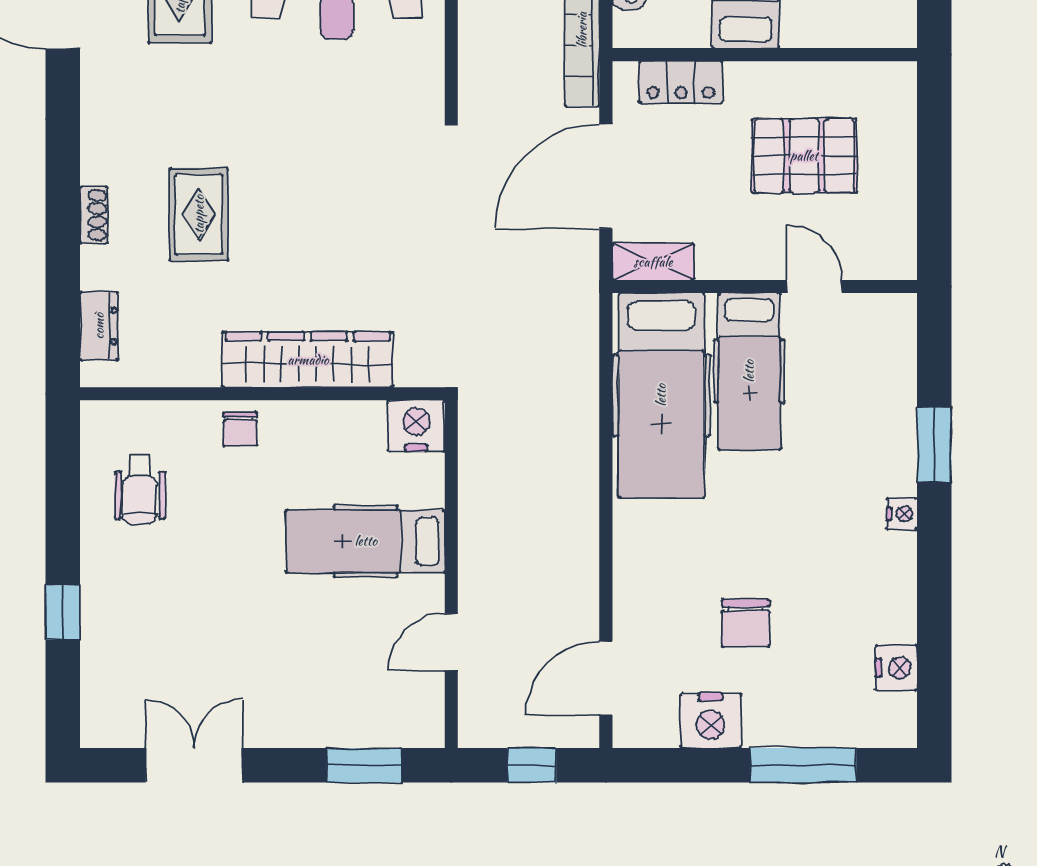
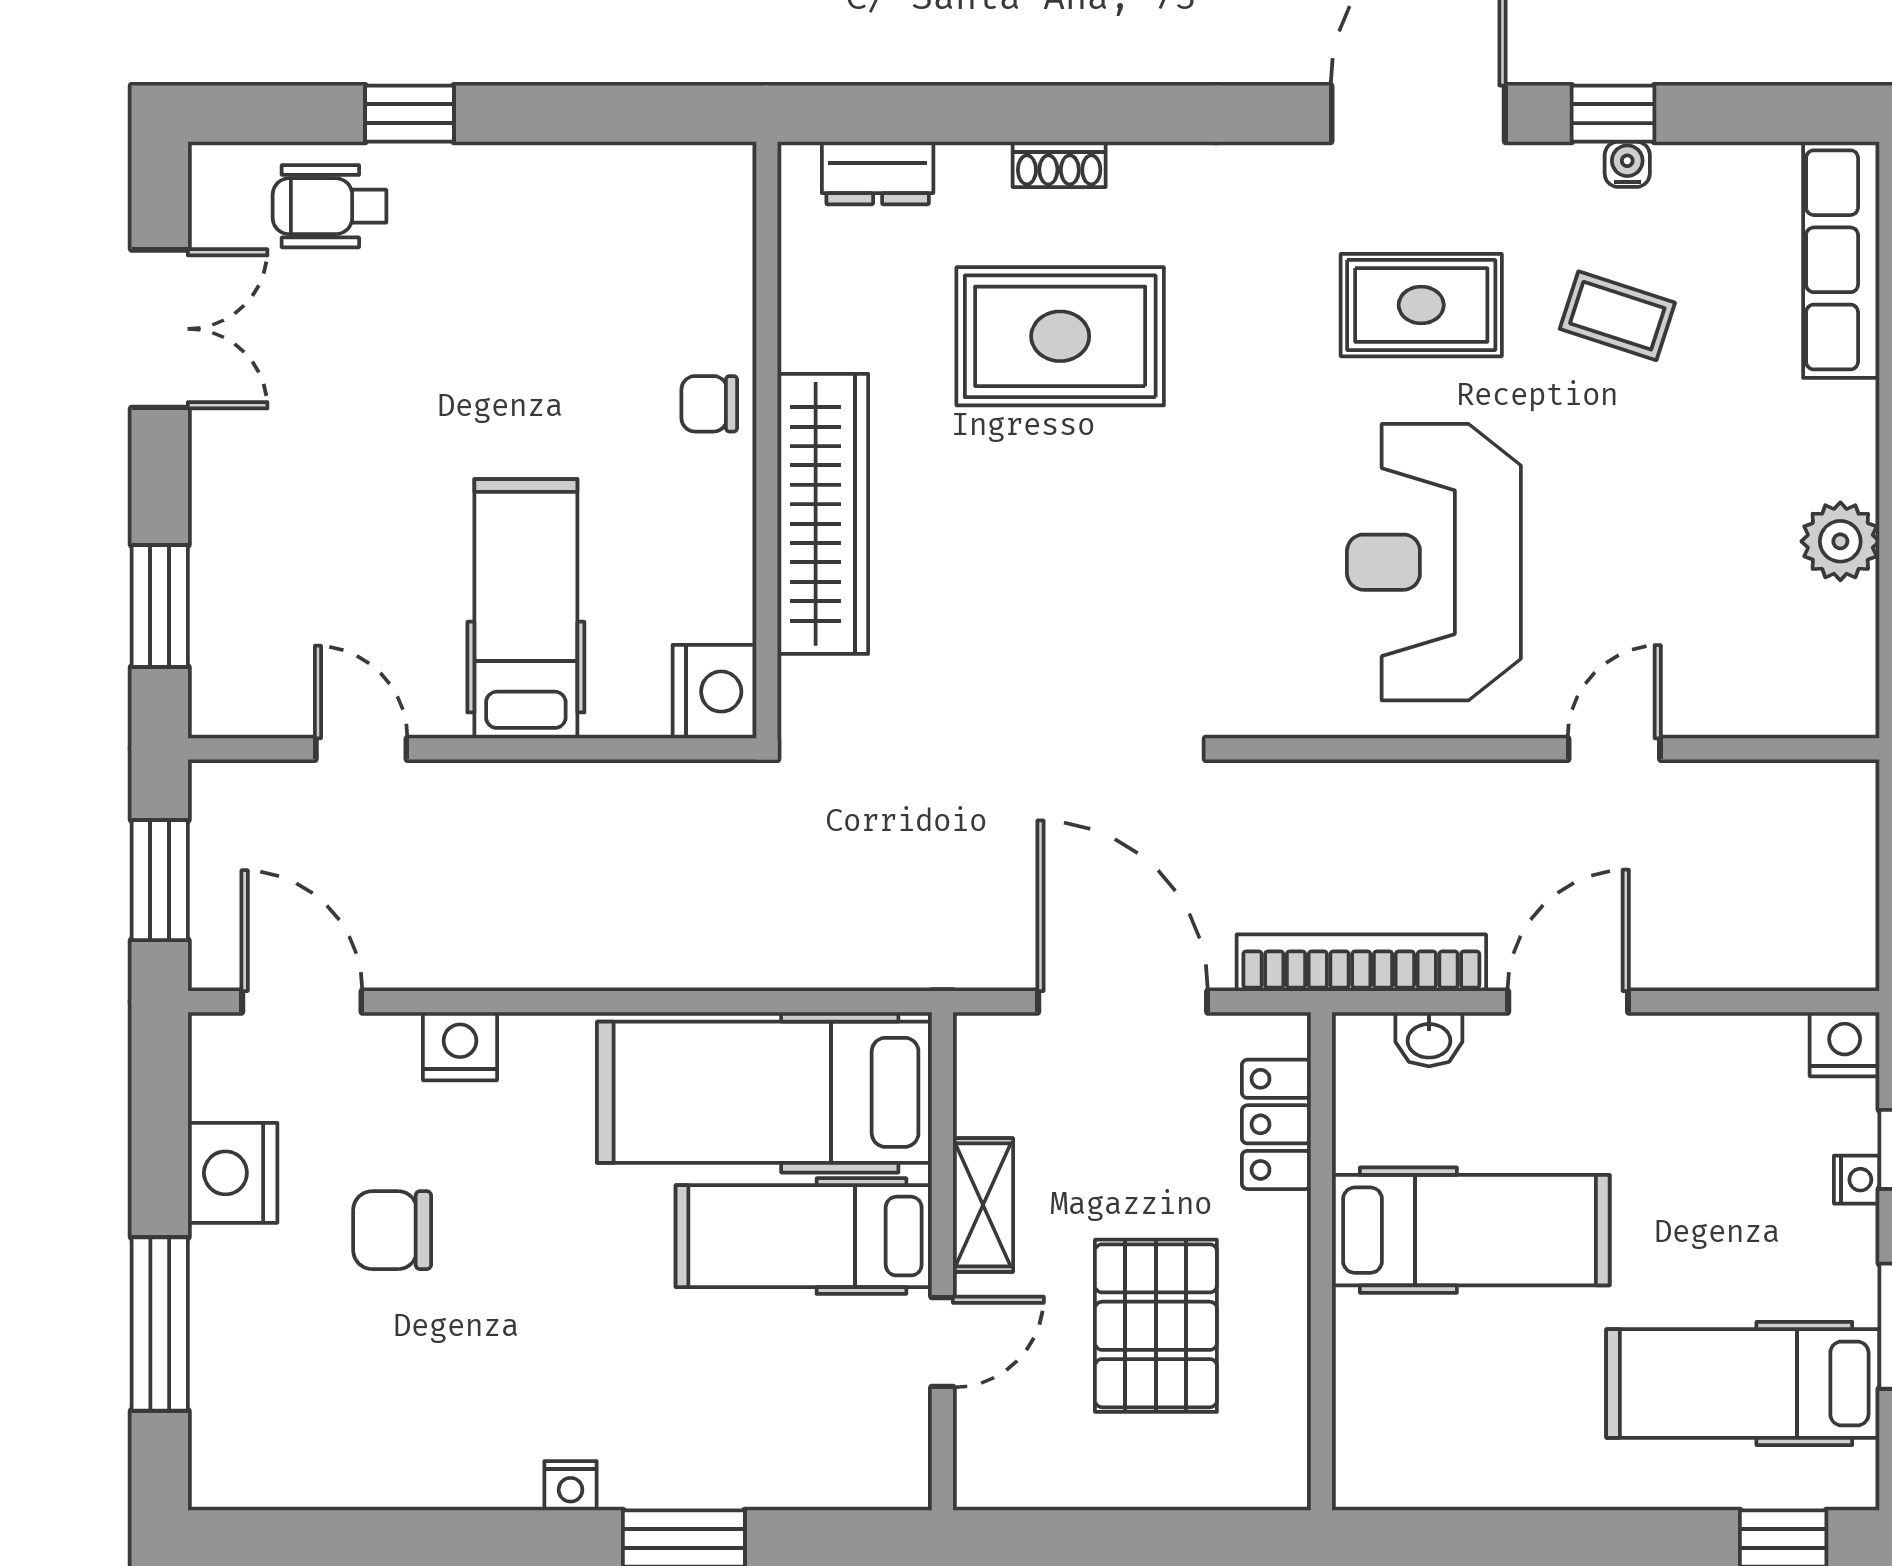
rug: (199, 214) -> (1060, 336), width x1.36, depth x1.43
shelving: (653, 262) -> (983, 1205), moved
wheelchair: (140, 490) -> (329, 206), moved
nightstand: (896, 668) -> (460, 1046), moved, turned 180
window: (532, 765) -> (160, 880), width x1.50

